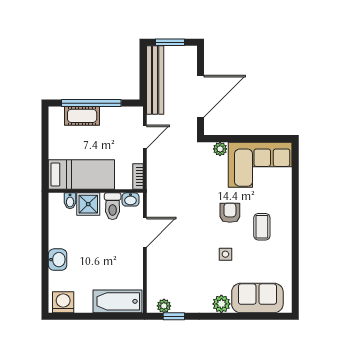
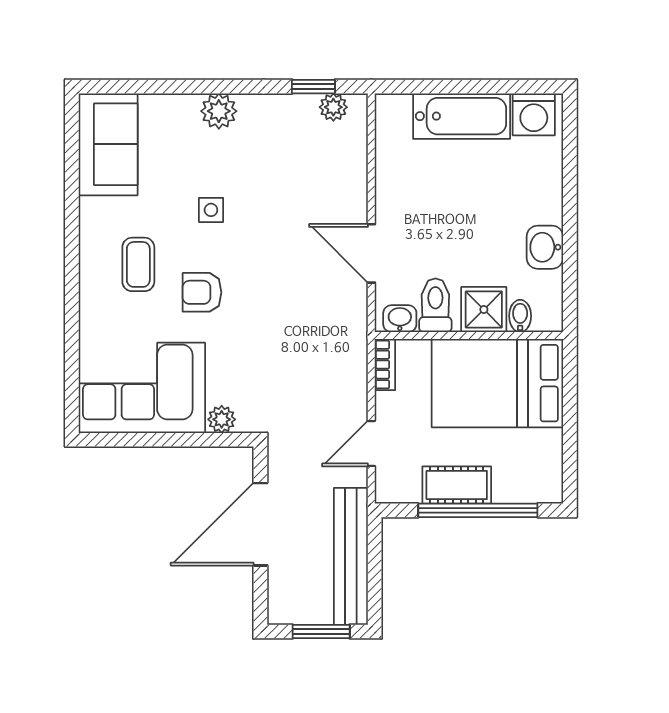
cot: (82, 116) -> (457, 485), moved
bed: (81, 174) -> (497, 383), width x1.50
armchair: (230, 213) -> (202, 292), turned 90
door: (145, 232) -> (371, 253), hinge flipped
washbasin: (58, 260) -> (545, 247), moved
sofa: (257, 298) -> (108, 144), moved, turned -90
bathtub: (117, 301) -> (462, 116), moved

